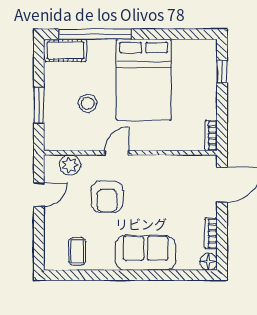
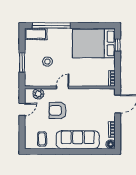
bed: (144, 80) -> (94, 43), moved, turned 90
armchair: (107, 197) -> (58, 110), turned 90
sofa: (146, 253) -> (78, 140), width x1.36

